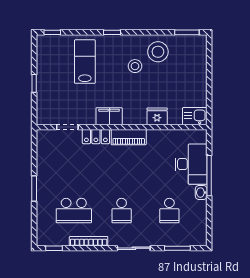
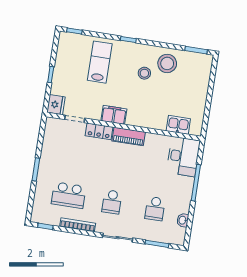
fridge: (157, 116) -> (56, 105), moved, turned 90
kitchen sink: (195, 116) -> (178, 125), moved
desk: (191, 164) -> (183, 157), moved
washbasin: (201, 193) -> (183, 220), moved

